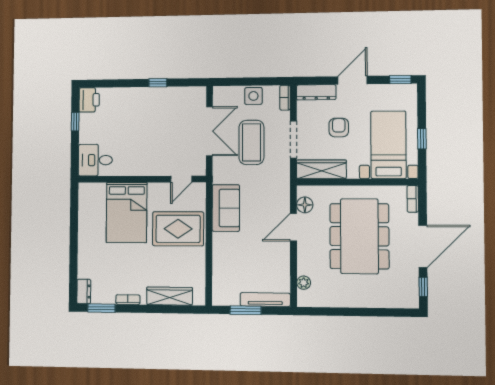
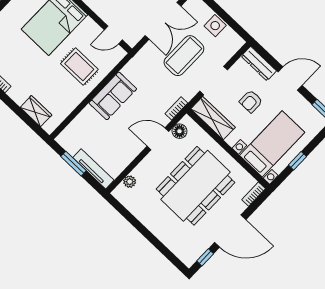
bookcase: (285, 98) -> (176, 108), moved
armchair: (339, 128) -> (251, 101), turned 180
sofa: (226, 208) -> (113, 96), moved
rug: (178, 229) -> (79, 66), width x0.73, depth x0.70
wardrobe: (170, 296) -> (36, 111), width x0.67

